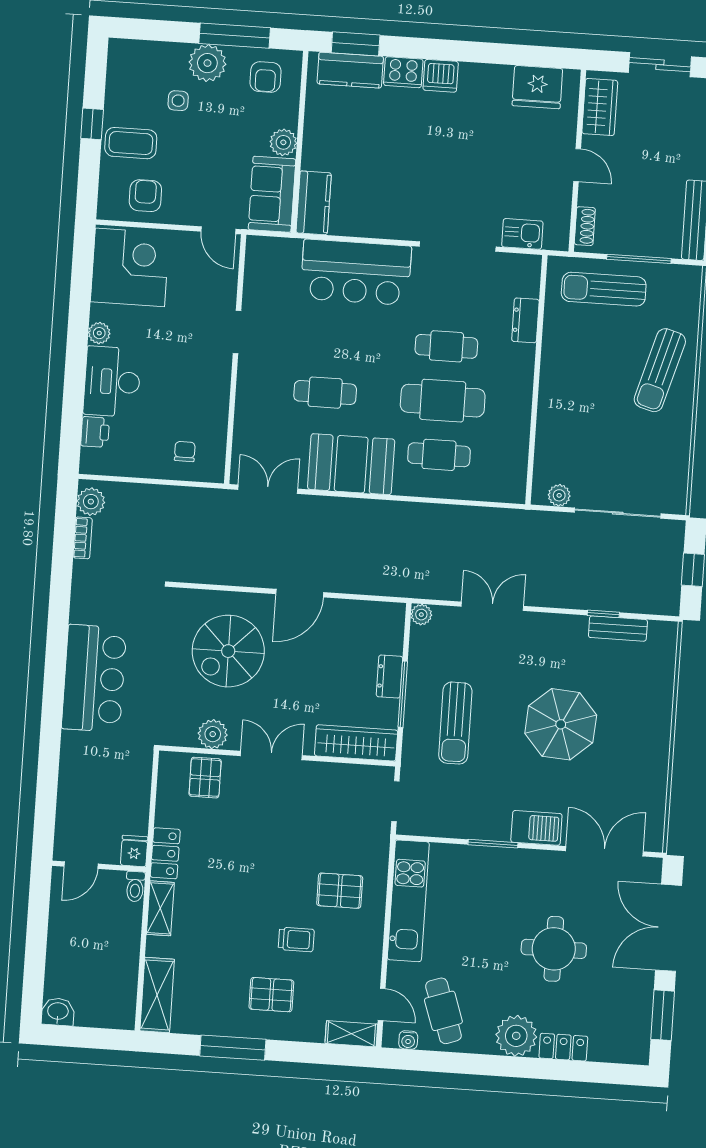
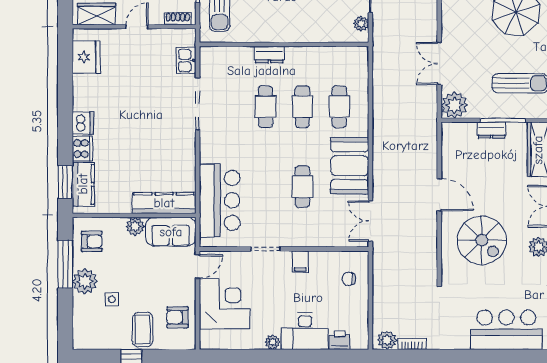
kitchen counter: (314, 203) -> (164, 203), width x1.50
corner desk: (130, 267) -> (224, 304), moved, turned 90
bar counter: (356, 272) -> (220, 200), moved
dresser: (525, 320) -> (269, 54), moved
filing cabinet: (215, 382) -> (300, 262), added
cafe table: (443, 401) -> (302, 107), width x0.73, depth x0.74
plant: (421, 615) -> (454, 105), width x1.88, depth x1.88

